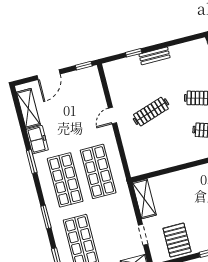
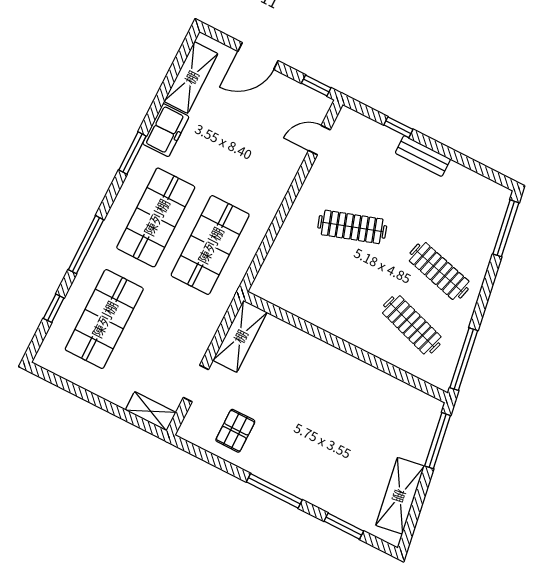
door: (112, 116) -> (319, 140), moved
window: (46, 217) -> (86, 245), width x1.44
pallet: (177, 240) -> (235, 431), width x0.67, depth x0.71

